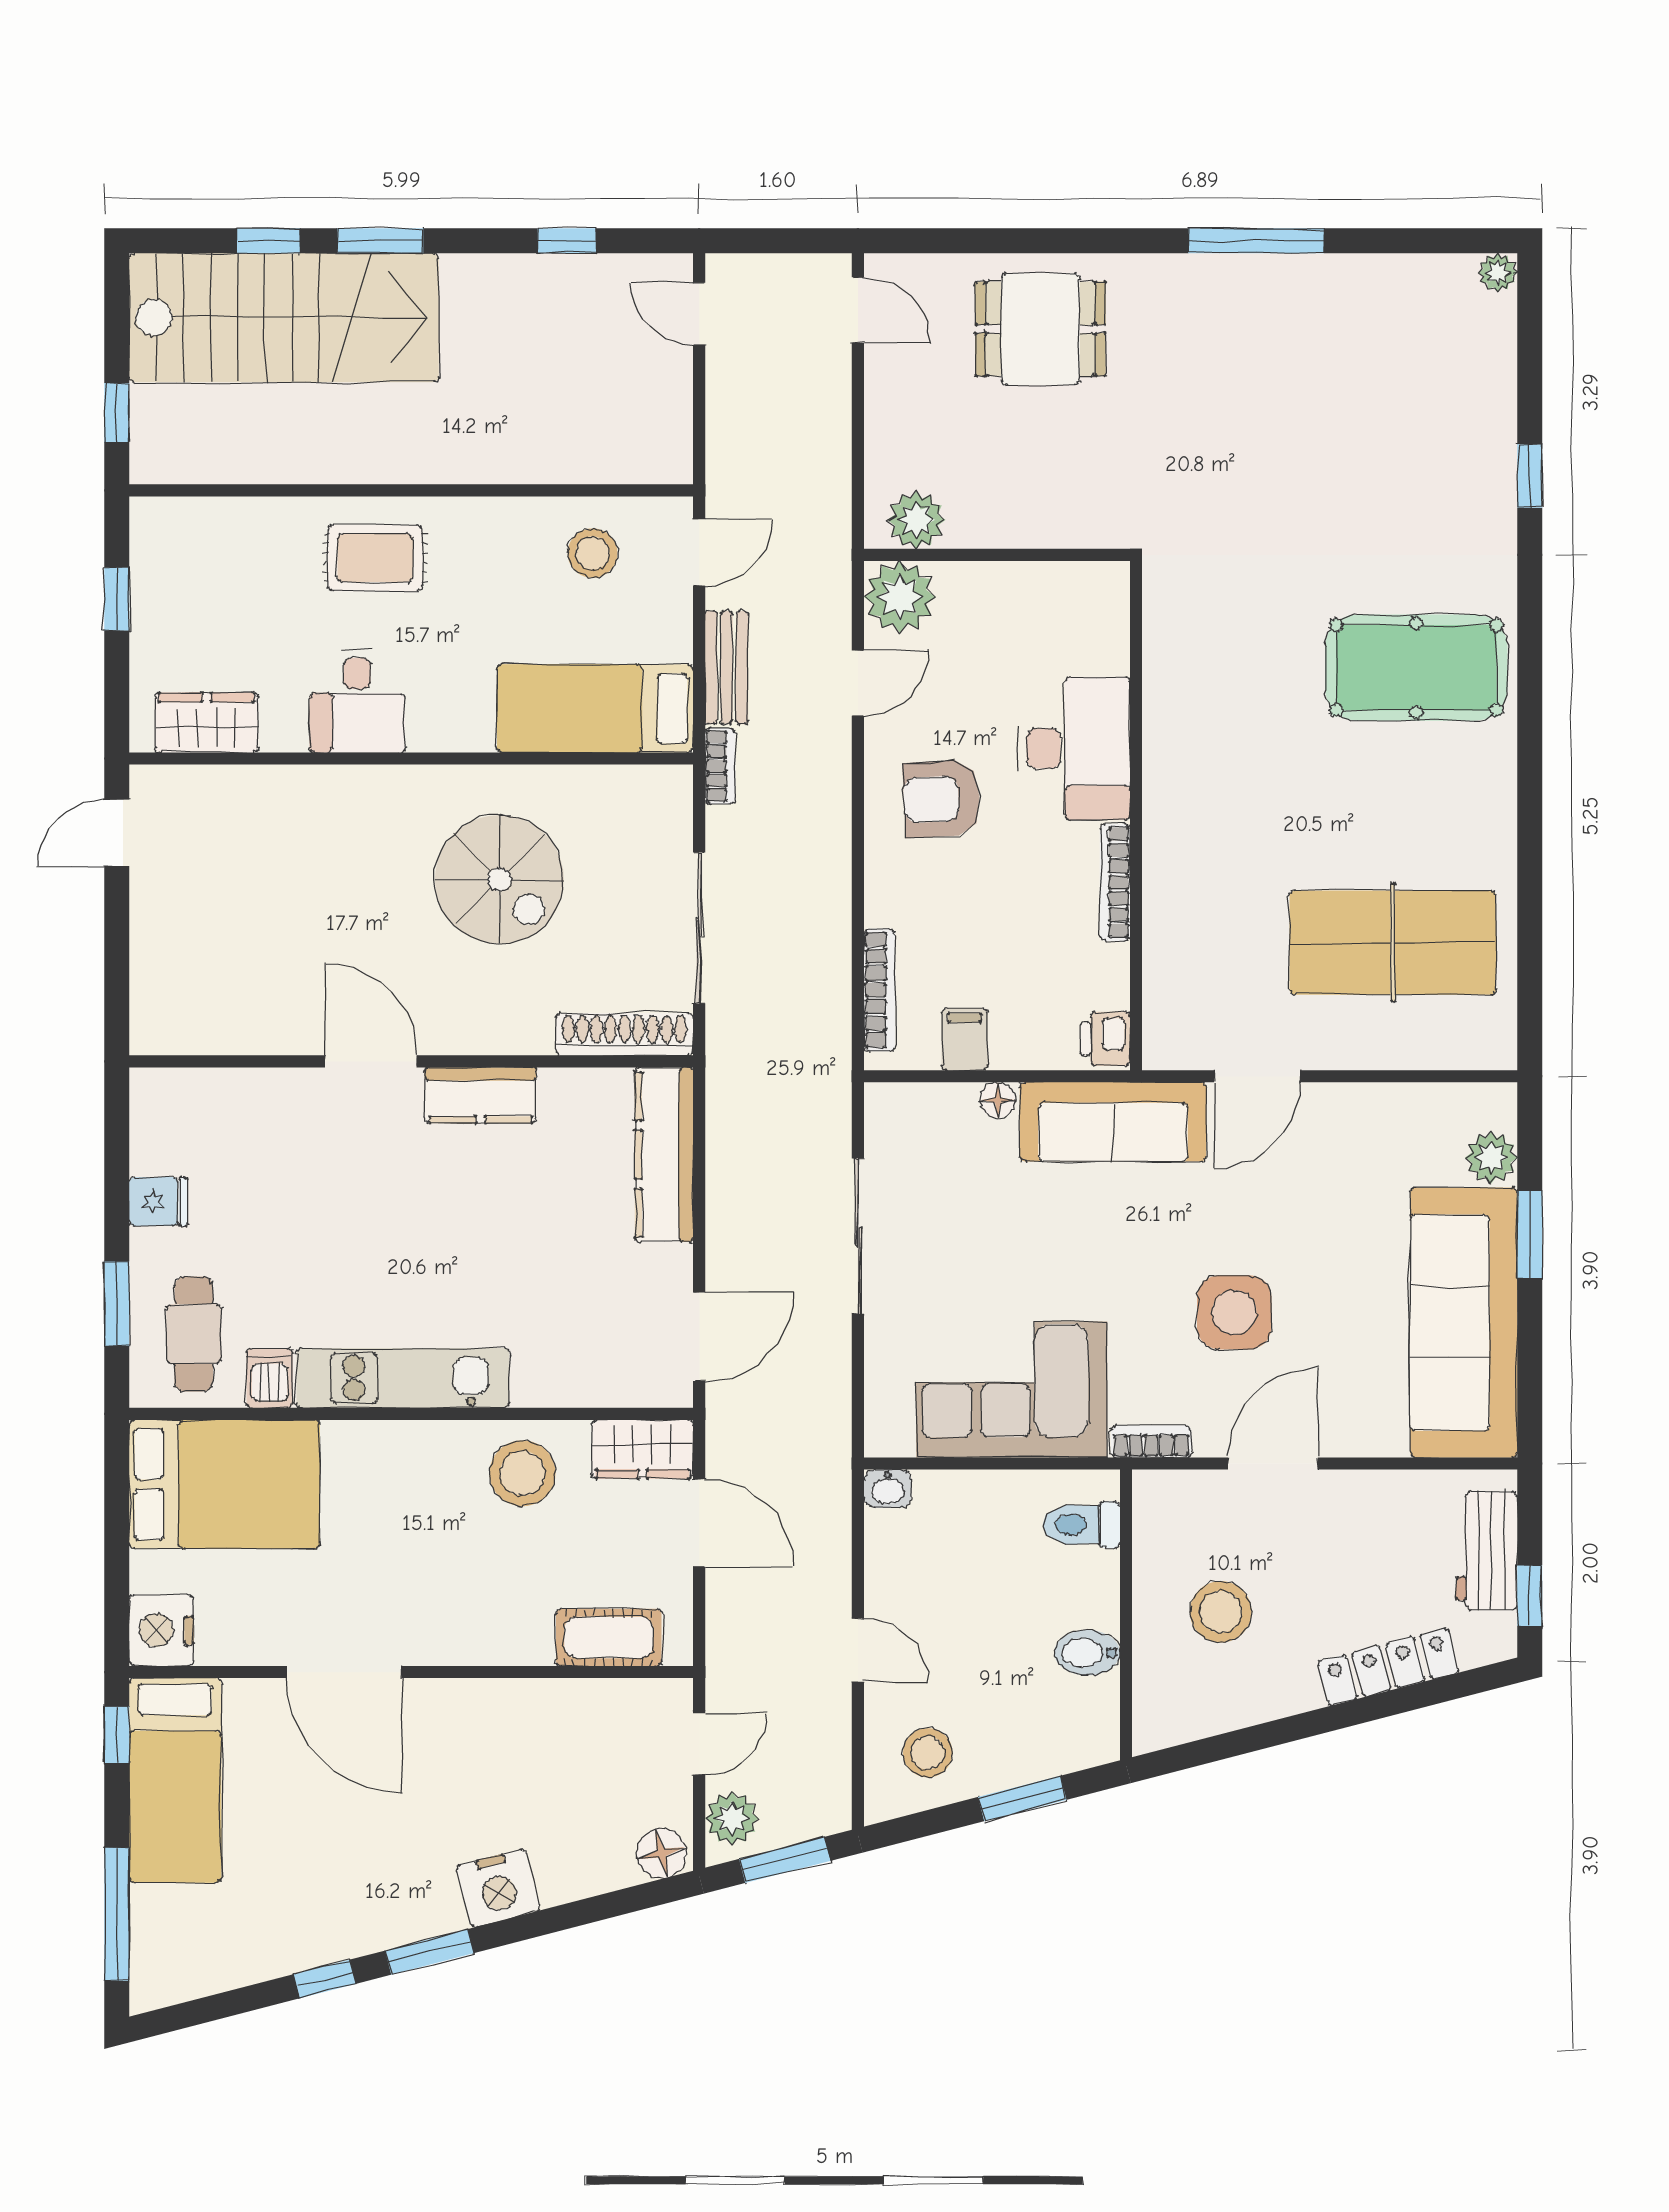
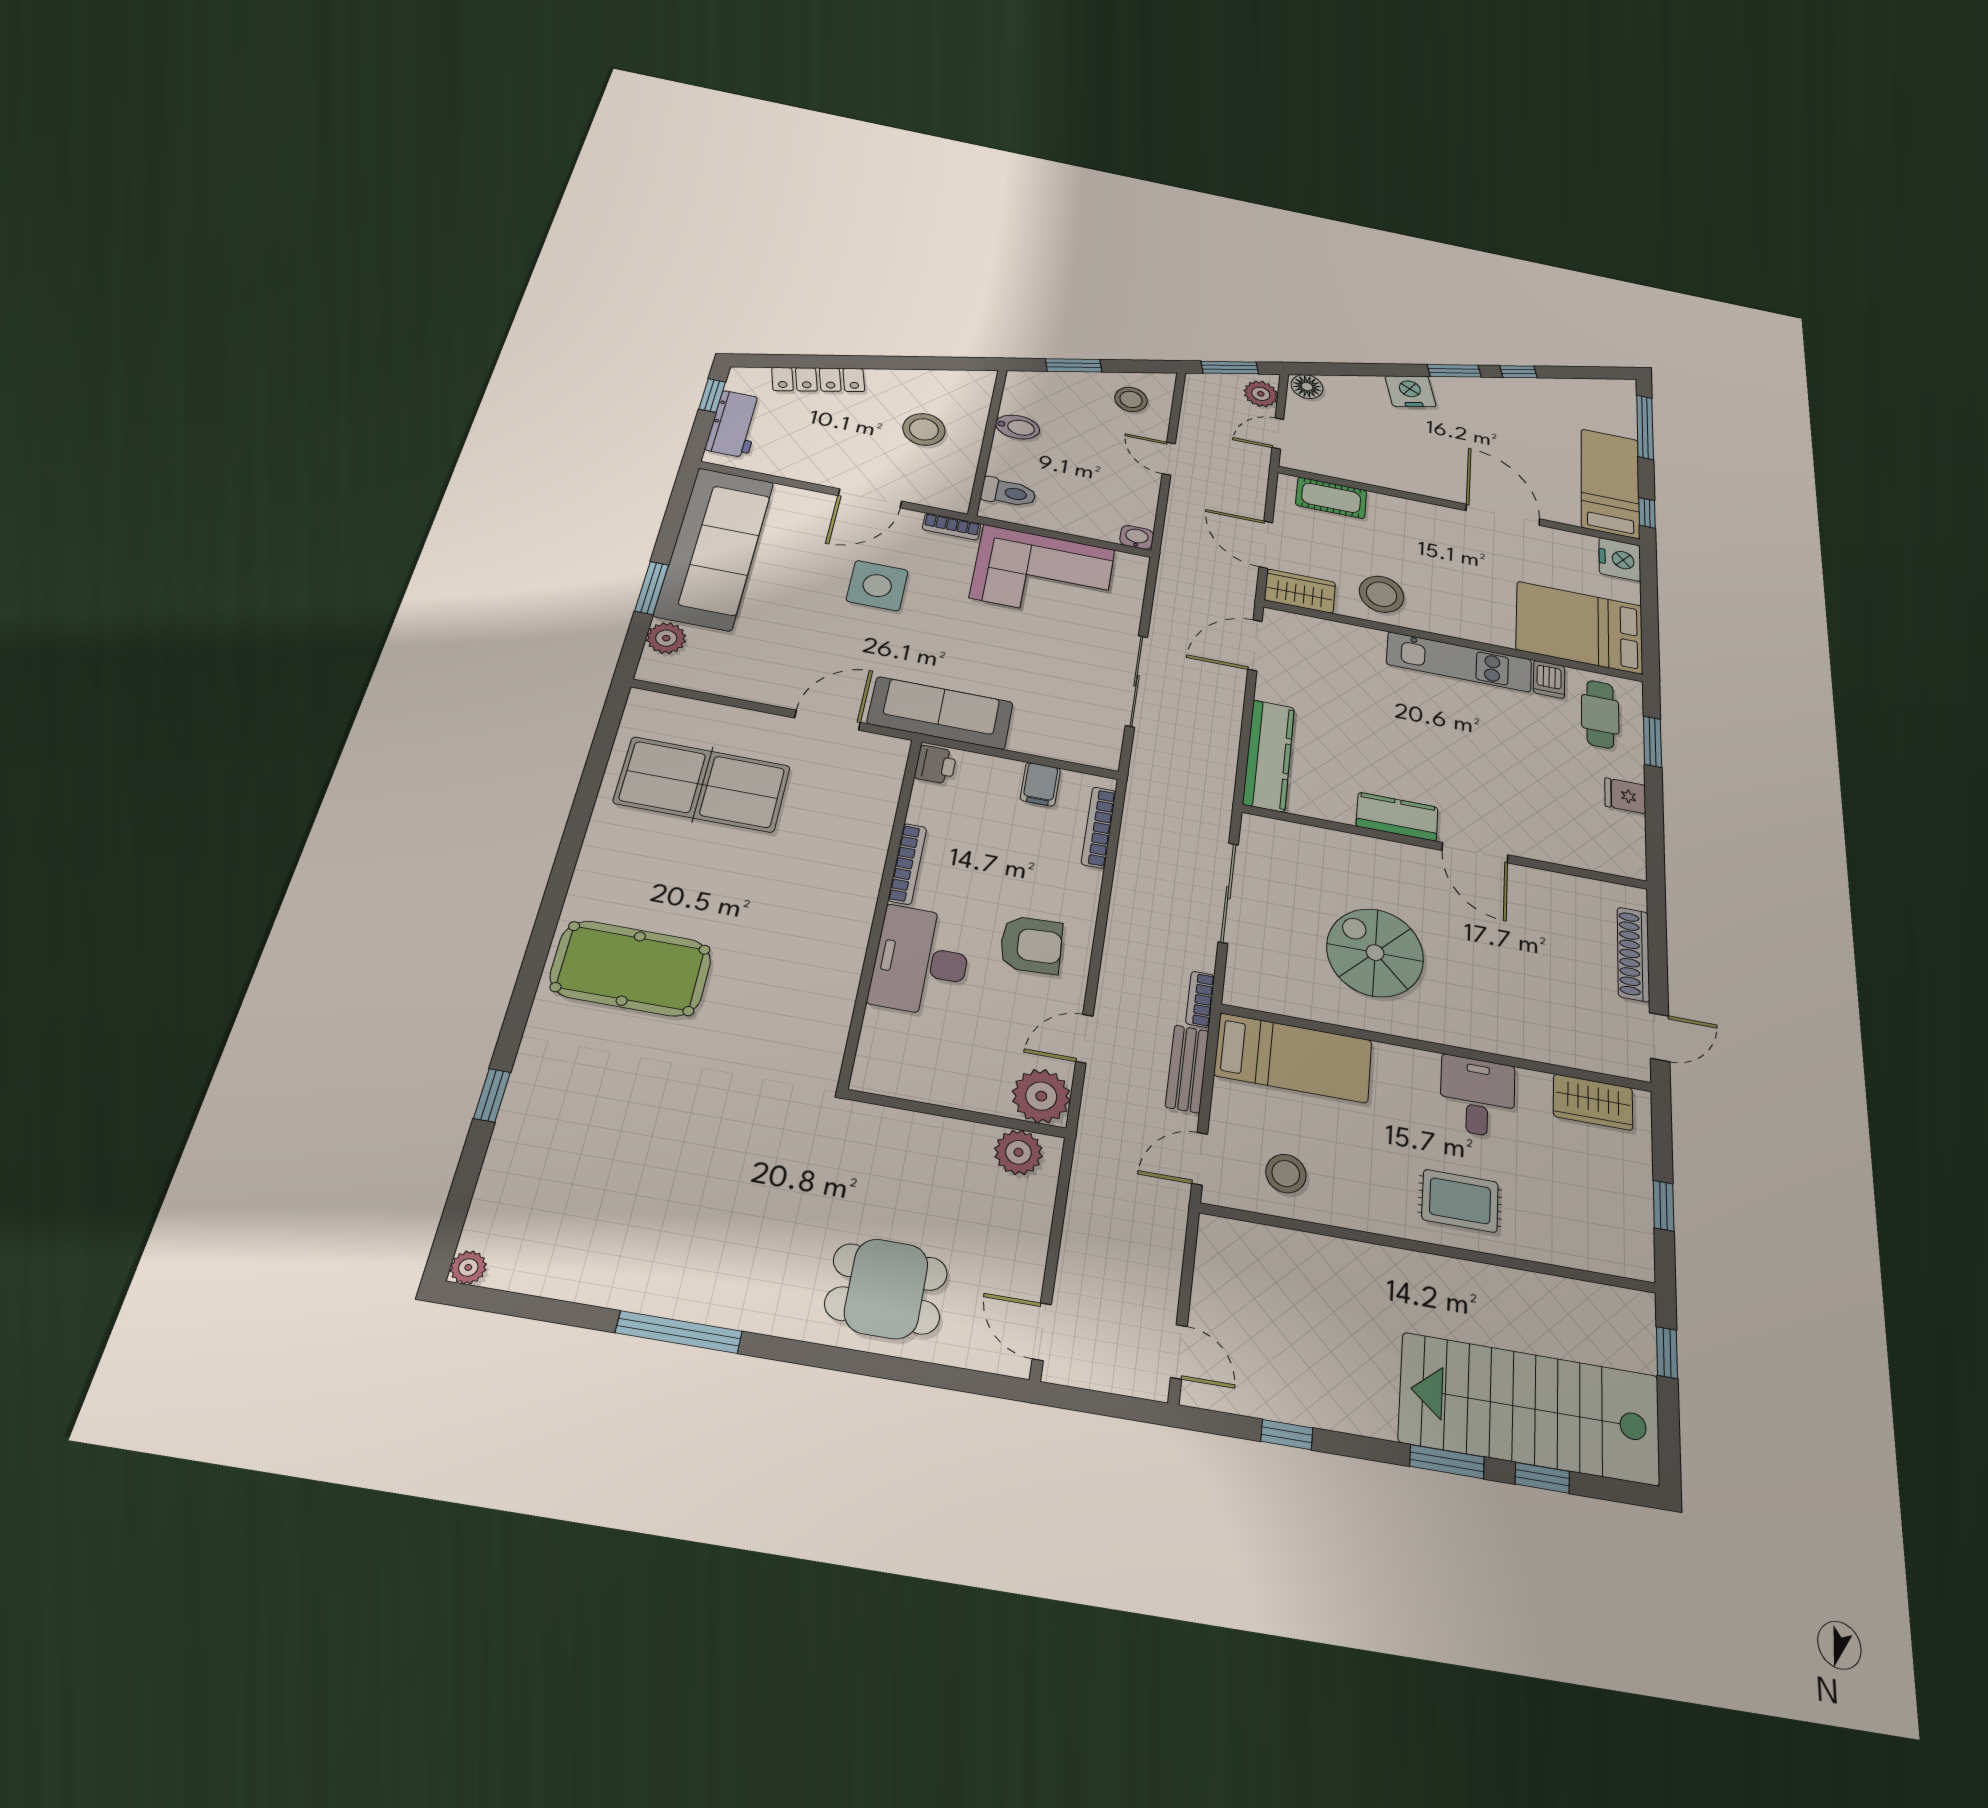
shoe rack: (624, 1034) -> (1633, 954), moved, turned 90
floor lamp: (998, 1100) -> (1022, 742), removed

